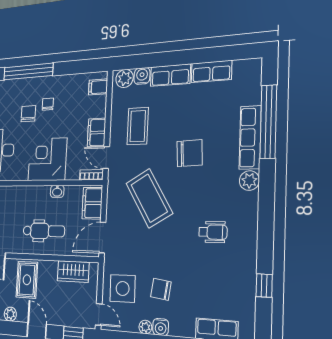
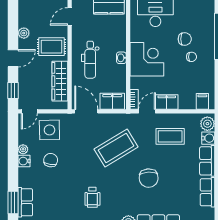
washbasin: (57, 191) -> (121, 58), moved
wardrobe: (73, 271) -> (60, 81), width x1.50

